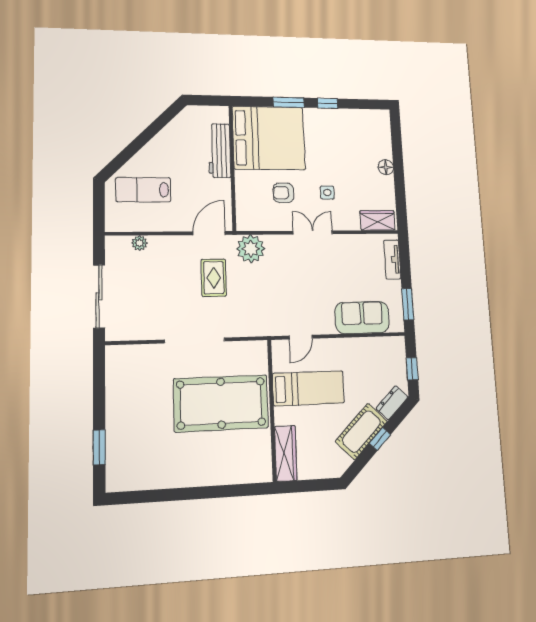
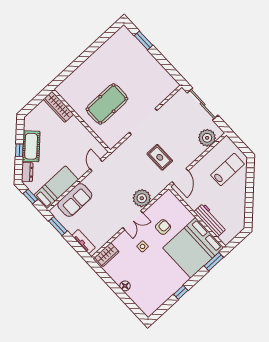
window: (289, 102) -> (214, 262), moved
plant: (139, 243) -> (207, 138), width x1.87, depth x1.87
plant: (251, 249) -> (142, 198), moved
bed: (308, 388) -> (56, 187), moved, turned 180
pool table: (221, 403) -> (107, 104), width x0.73, depth x0.76

